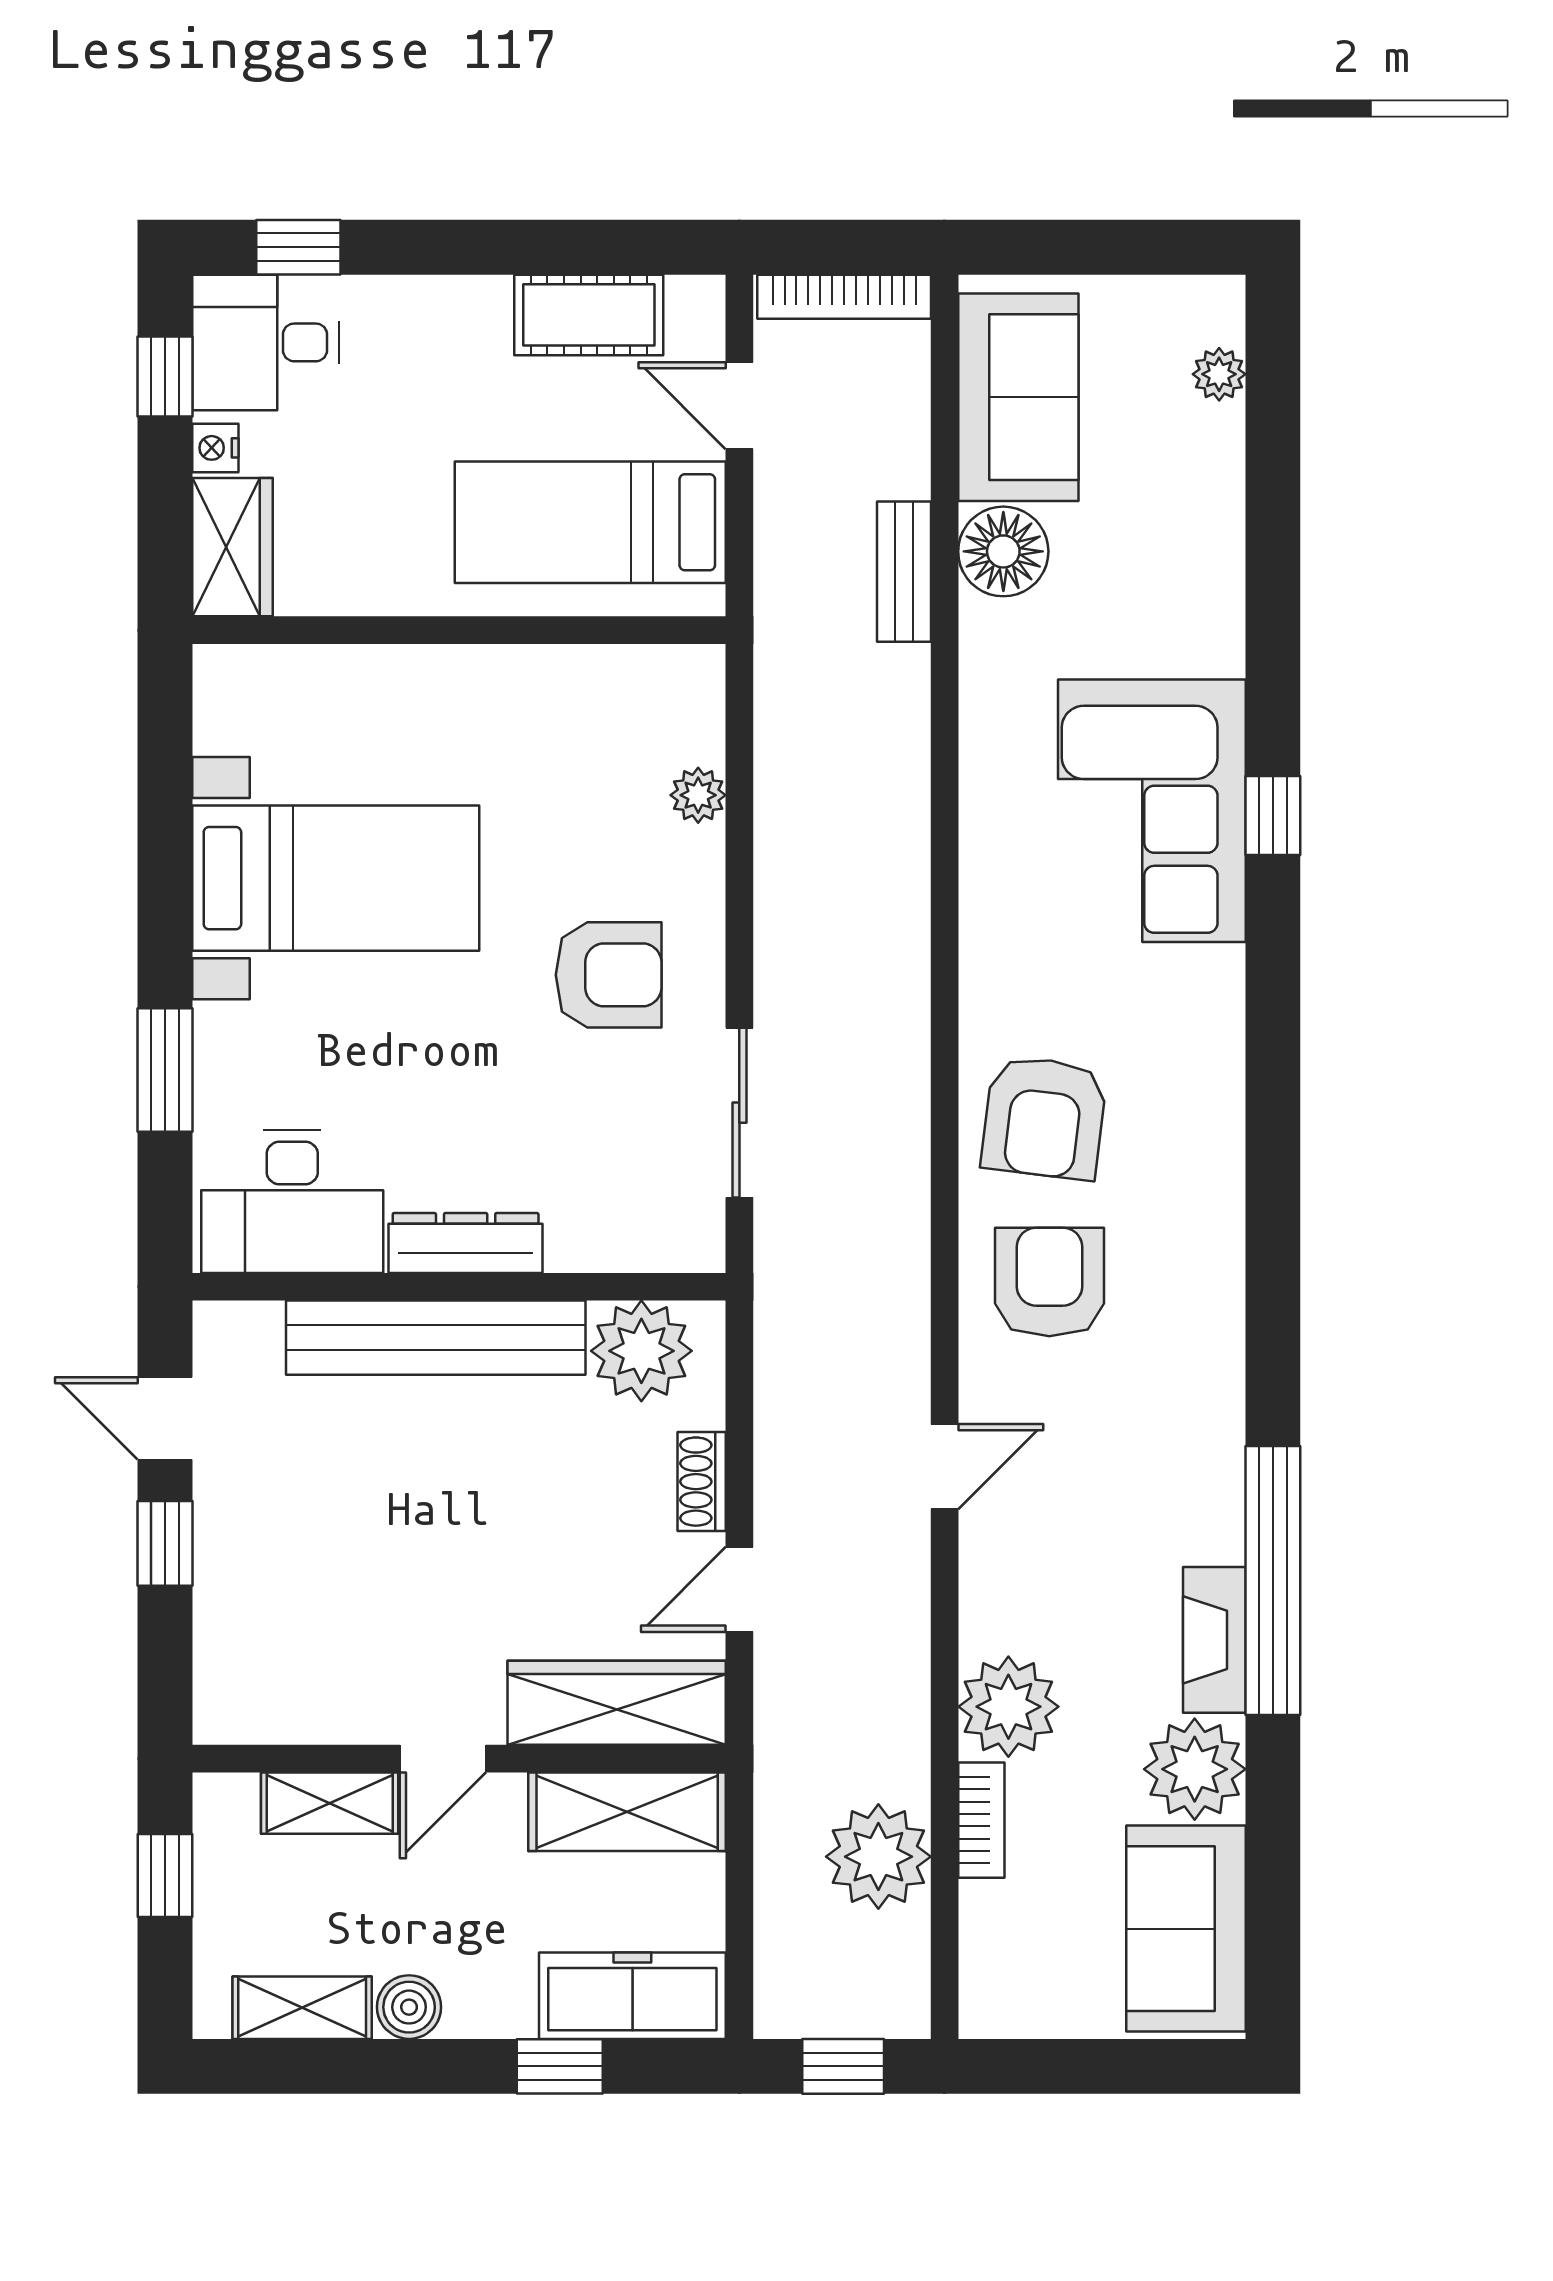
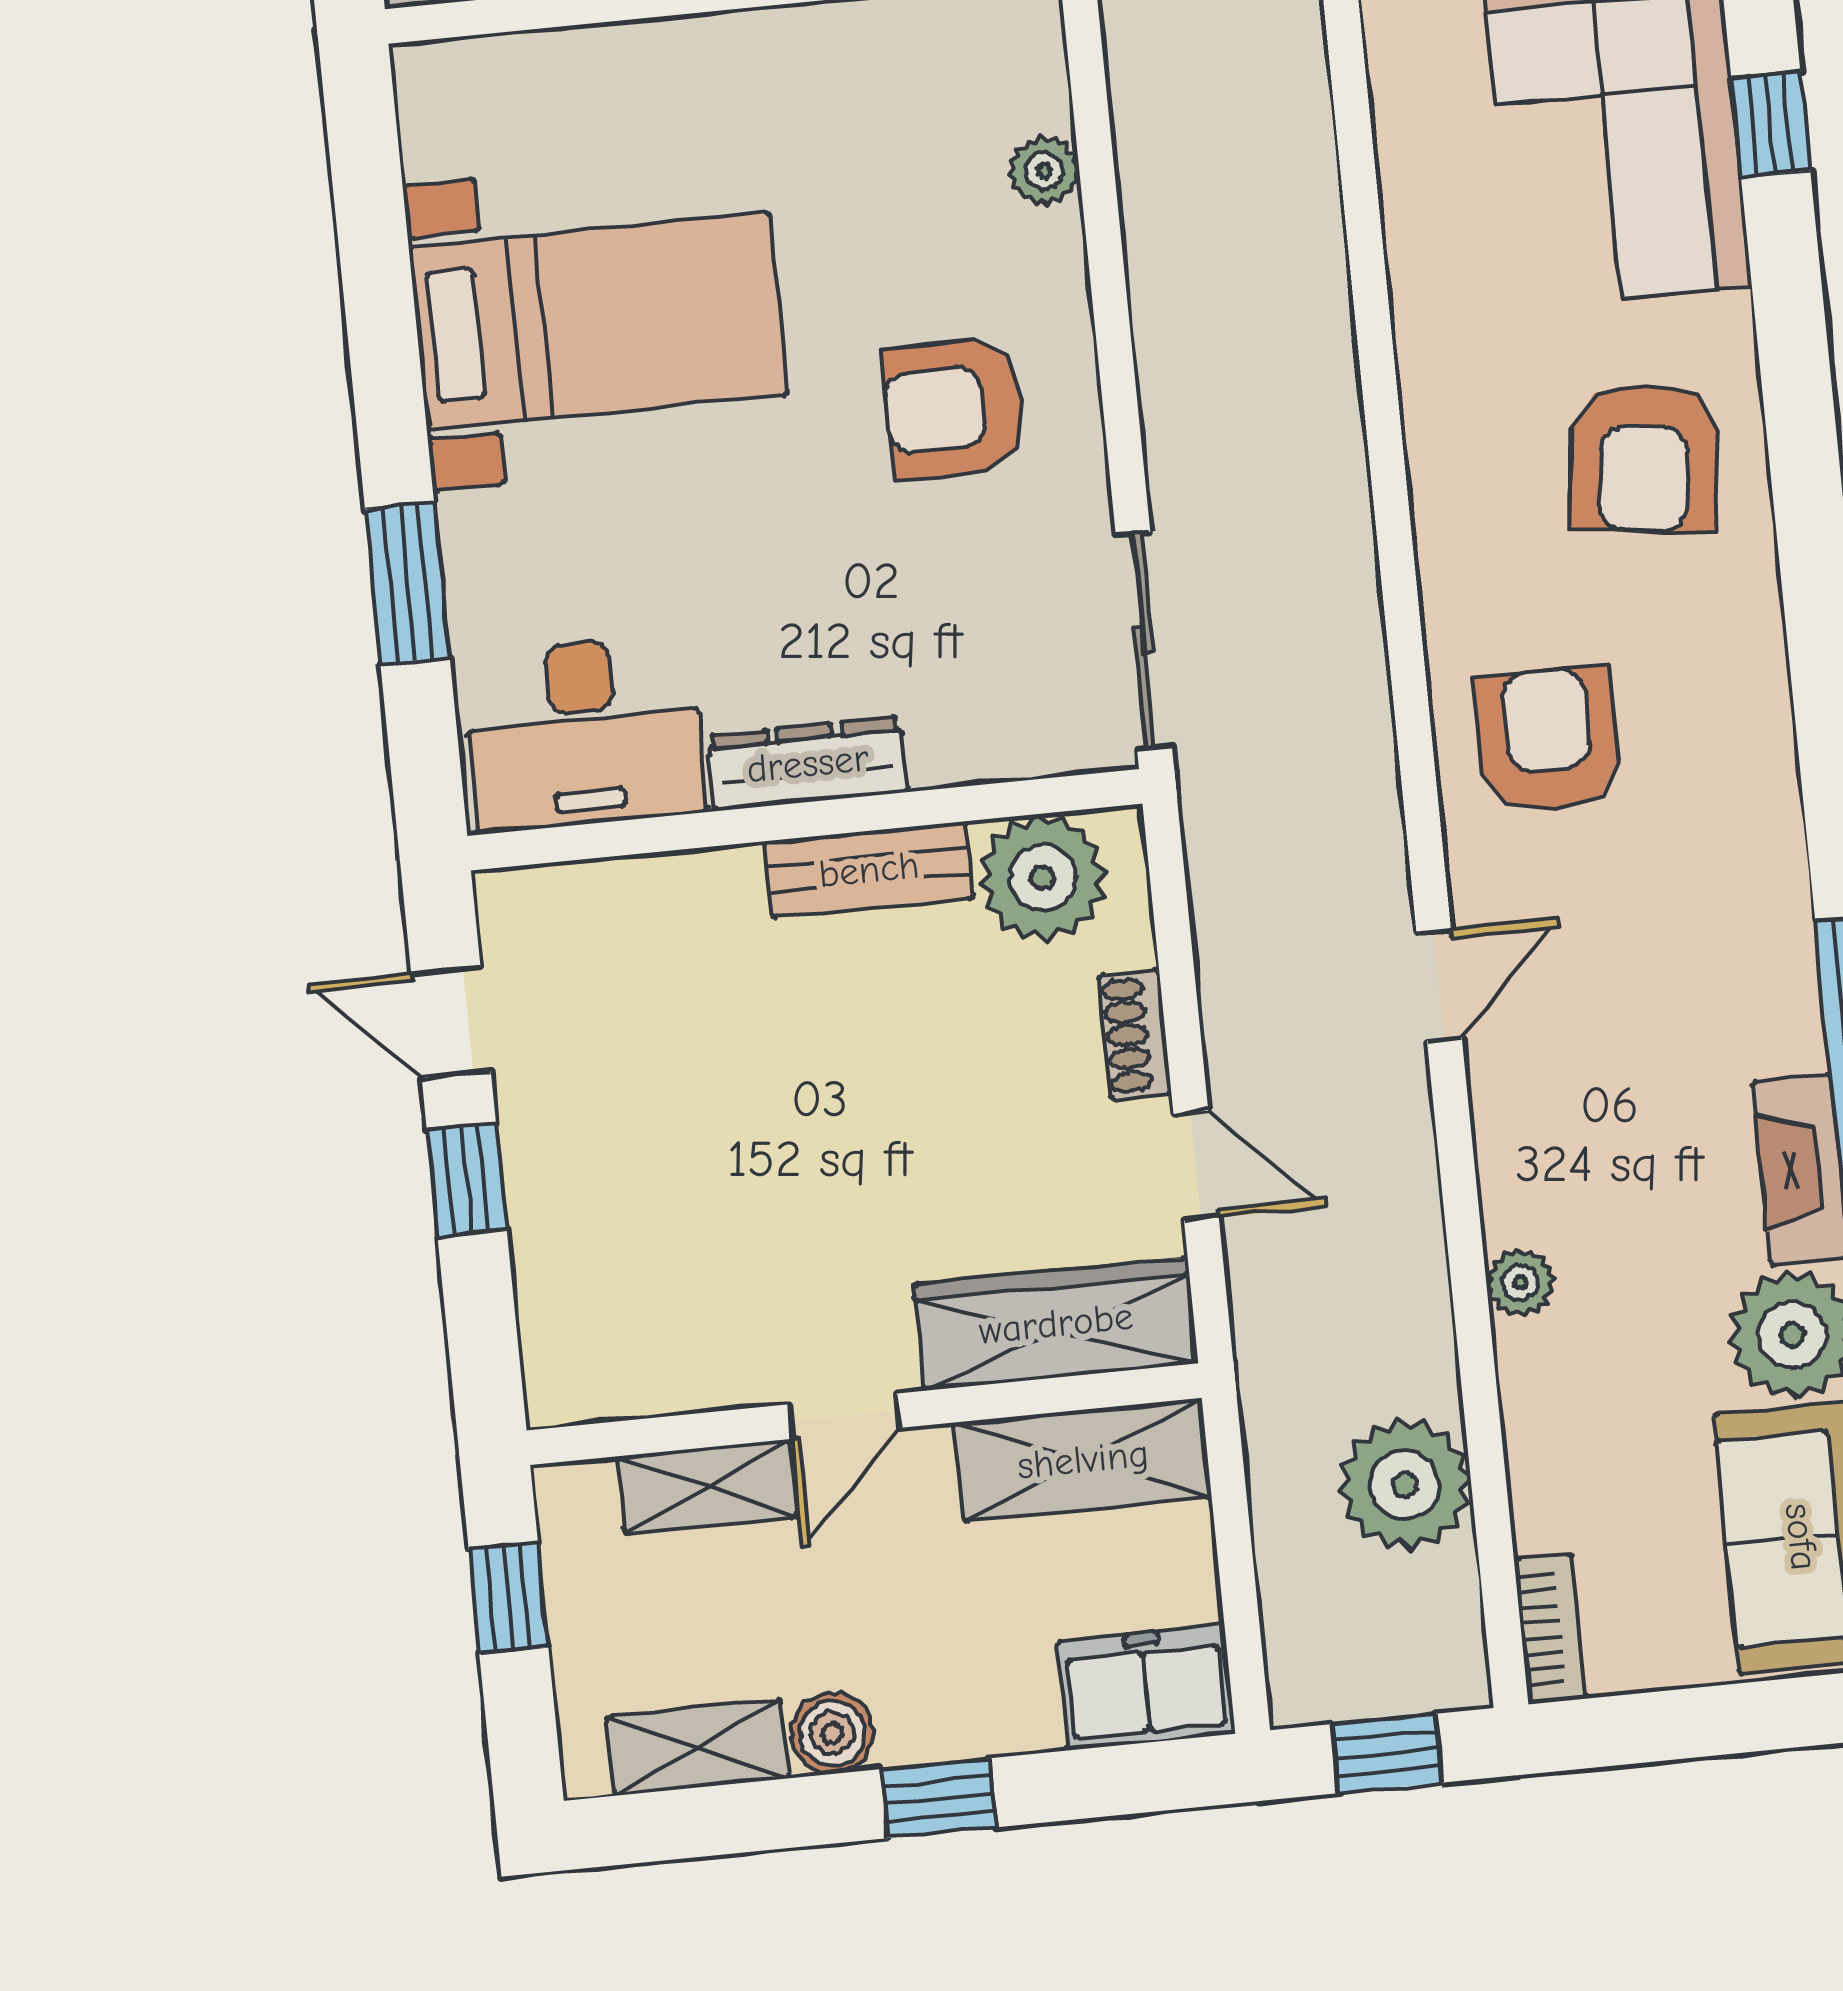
armchair: (609, 975) -> (954, 408), turned 180
sliding door: (739, 1113) -> (1144, 640), moved
armchair: (1044, 1117) -> (1644, 458), moved
bench: (436, 1338) -> (869, 870), width x0.54, depth x0.82
door: (739, 1589) -> (1196, 1166), swing flipped
plant: (1008, 1707) -> (1520, 1283), width x0.53, depth x0.53
bookcase: (981, 1820) -> (1550, 1629), moved
freezer: (632, 1996) -> (1146, 1688), width x0.71
window: (560, 2066) -> (938, 1798), moved

